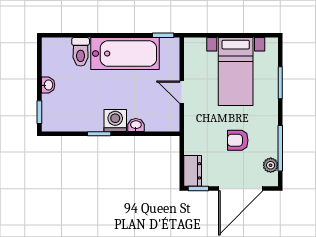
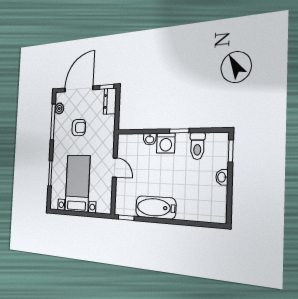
toilet: (81, 52) -> (197, 146), moved, turned 180
bathtub: (125, 54) -> (156, 207), width x0.73, depth x0.73

